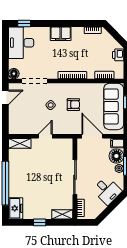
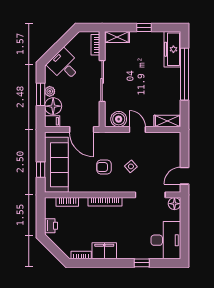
window: (24, 24) -> (142, 263), moved
filing cabinet: (61, 34) -> (104, 251), moved
door: (45, 136) -> (137, 129), swing flipped
boiler: (61, 145) -> (119, 119), added
freezer: (16, 208) -> (172, 49), width x1.40

